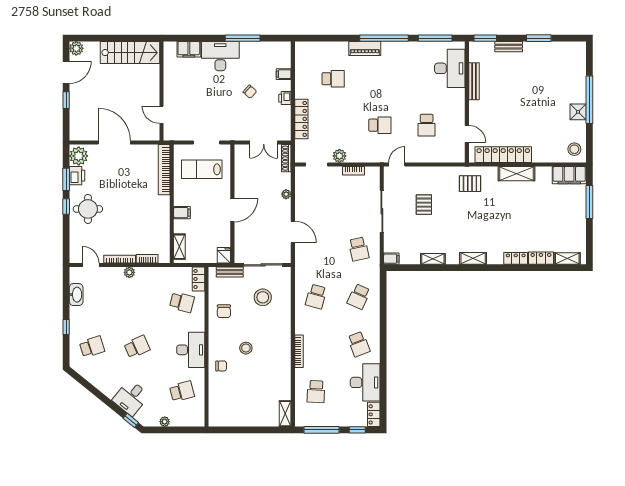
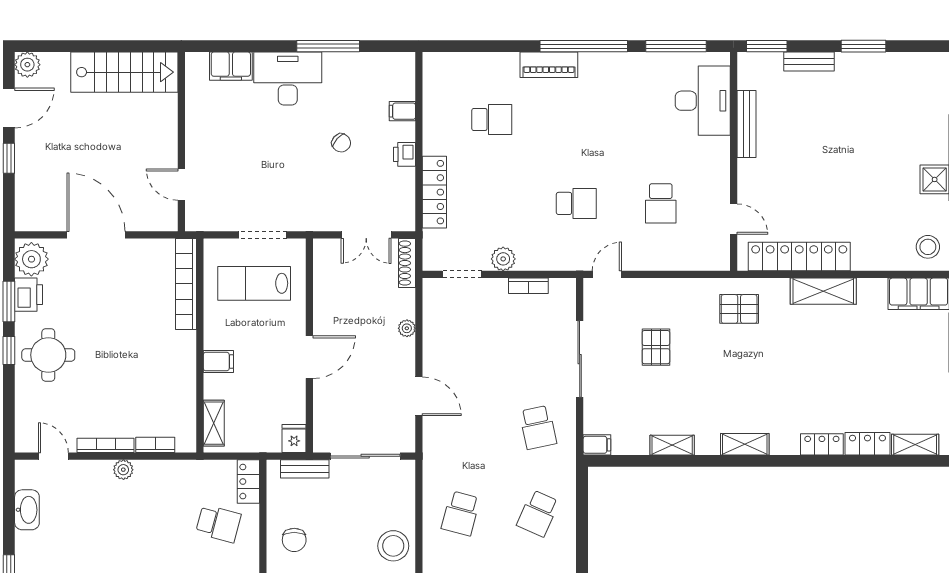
stool: (263, 297) -> (393, 546), moved

